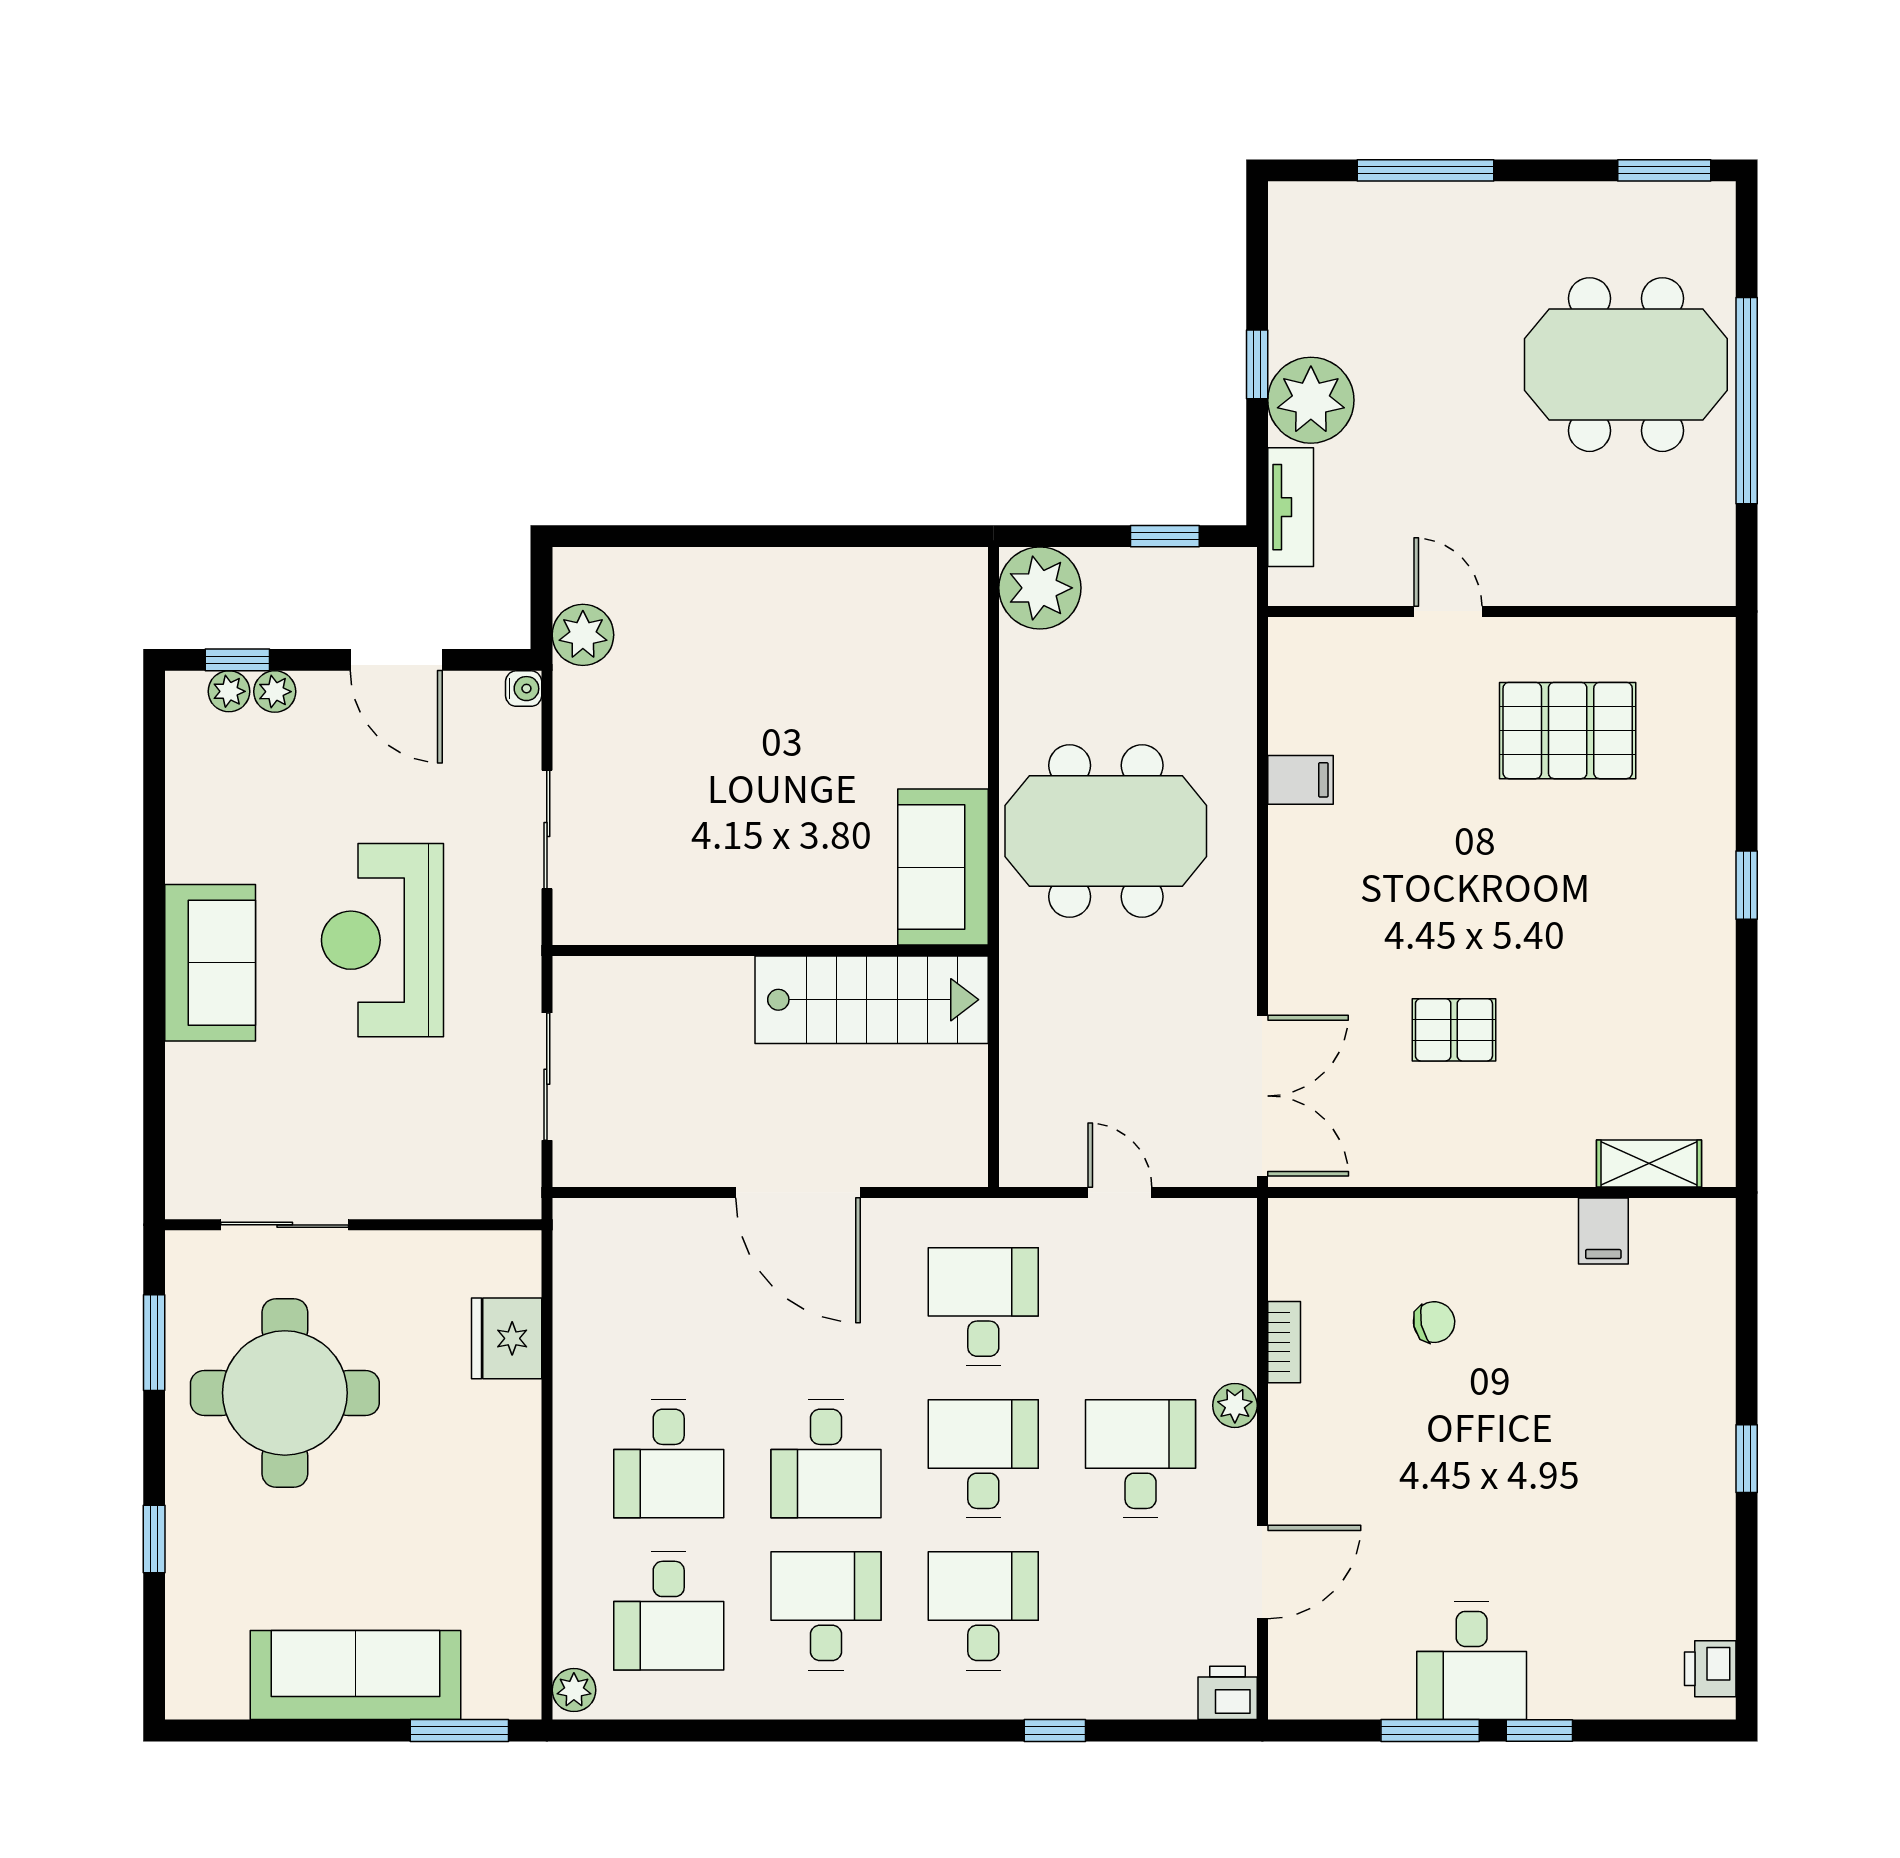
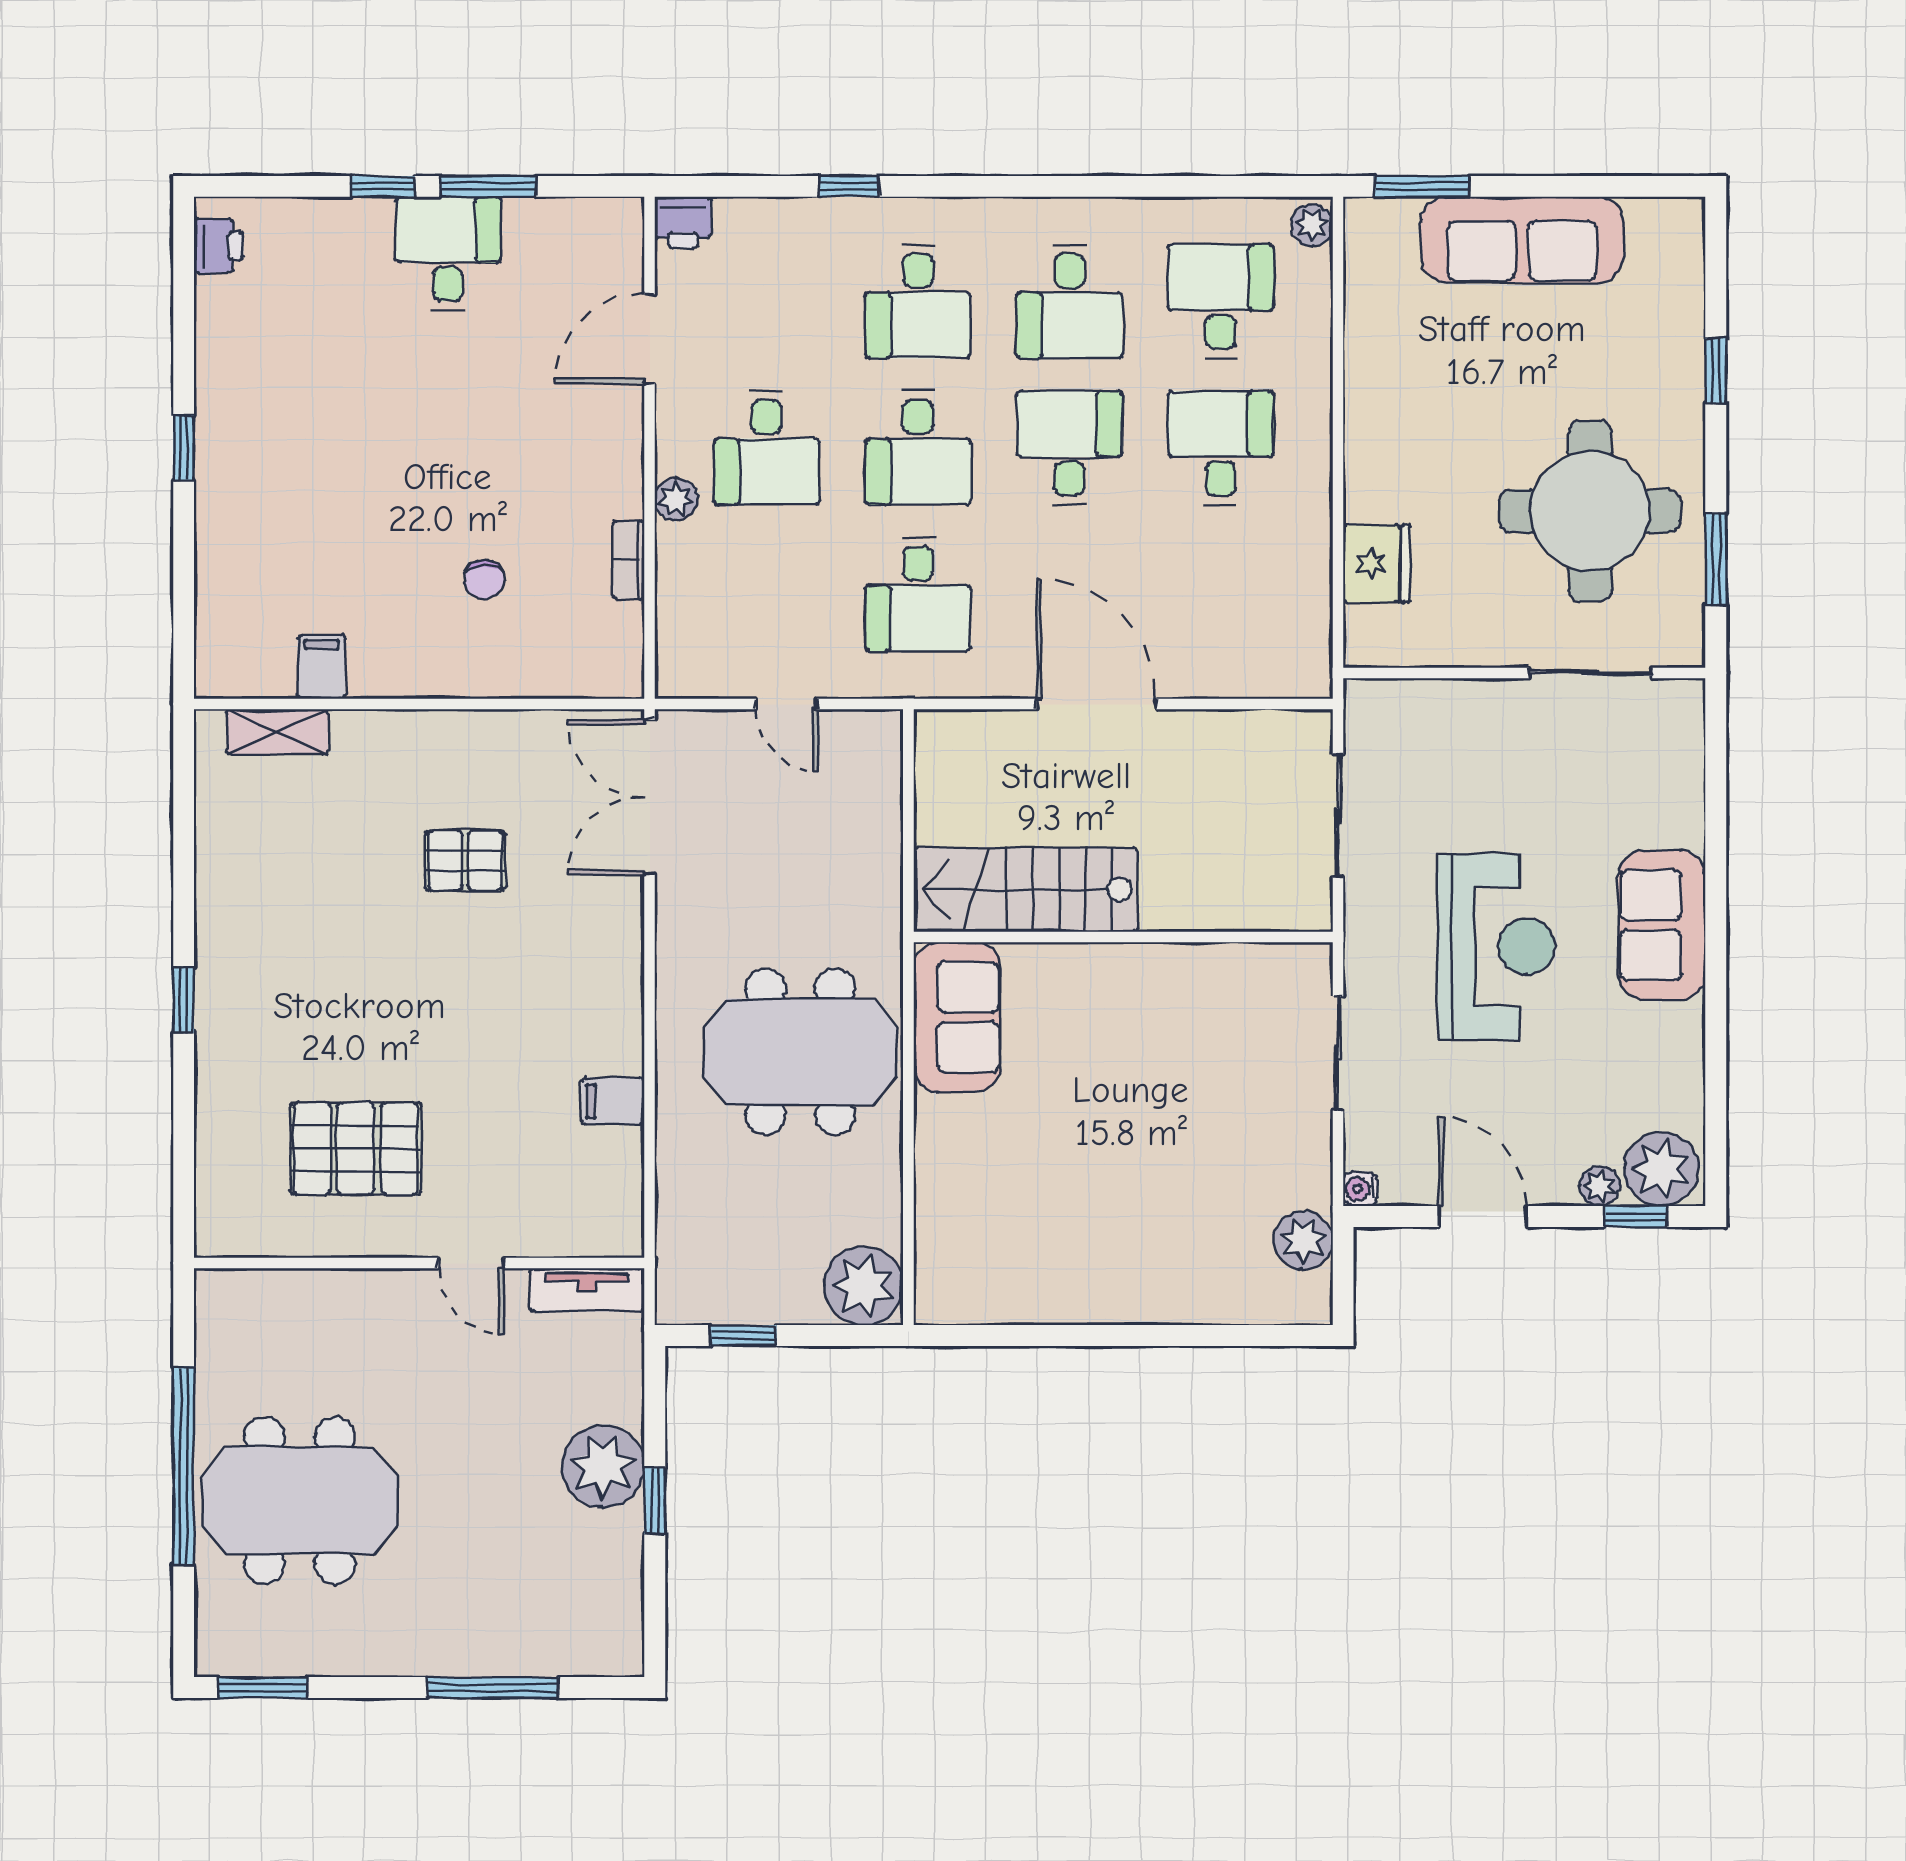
tv unit: (1291, 507) -> (587, 1290), moved, turned -90
plant: (229, 691) -> (1661, 1169), width x1.88, depth x1.88
chair: (1434, 1322) -> (484, 579), turned -78

